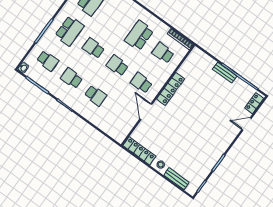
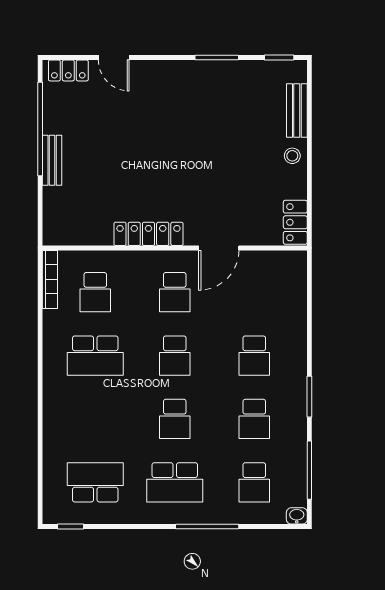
school desk: (69, 31) -> (175, 482), turned 180
school desk: (48, 61) -> (254, 482), turned 180
school desk: (96, 96) -> (254, 356), turned 180
locker: (139, 151) -> (295, 222), width x0.66

